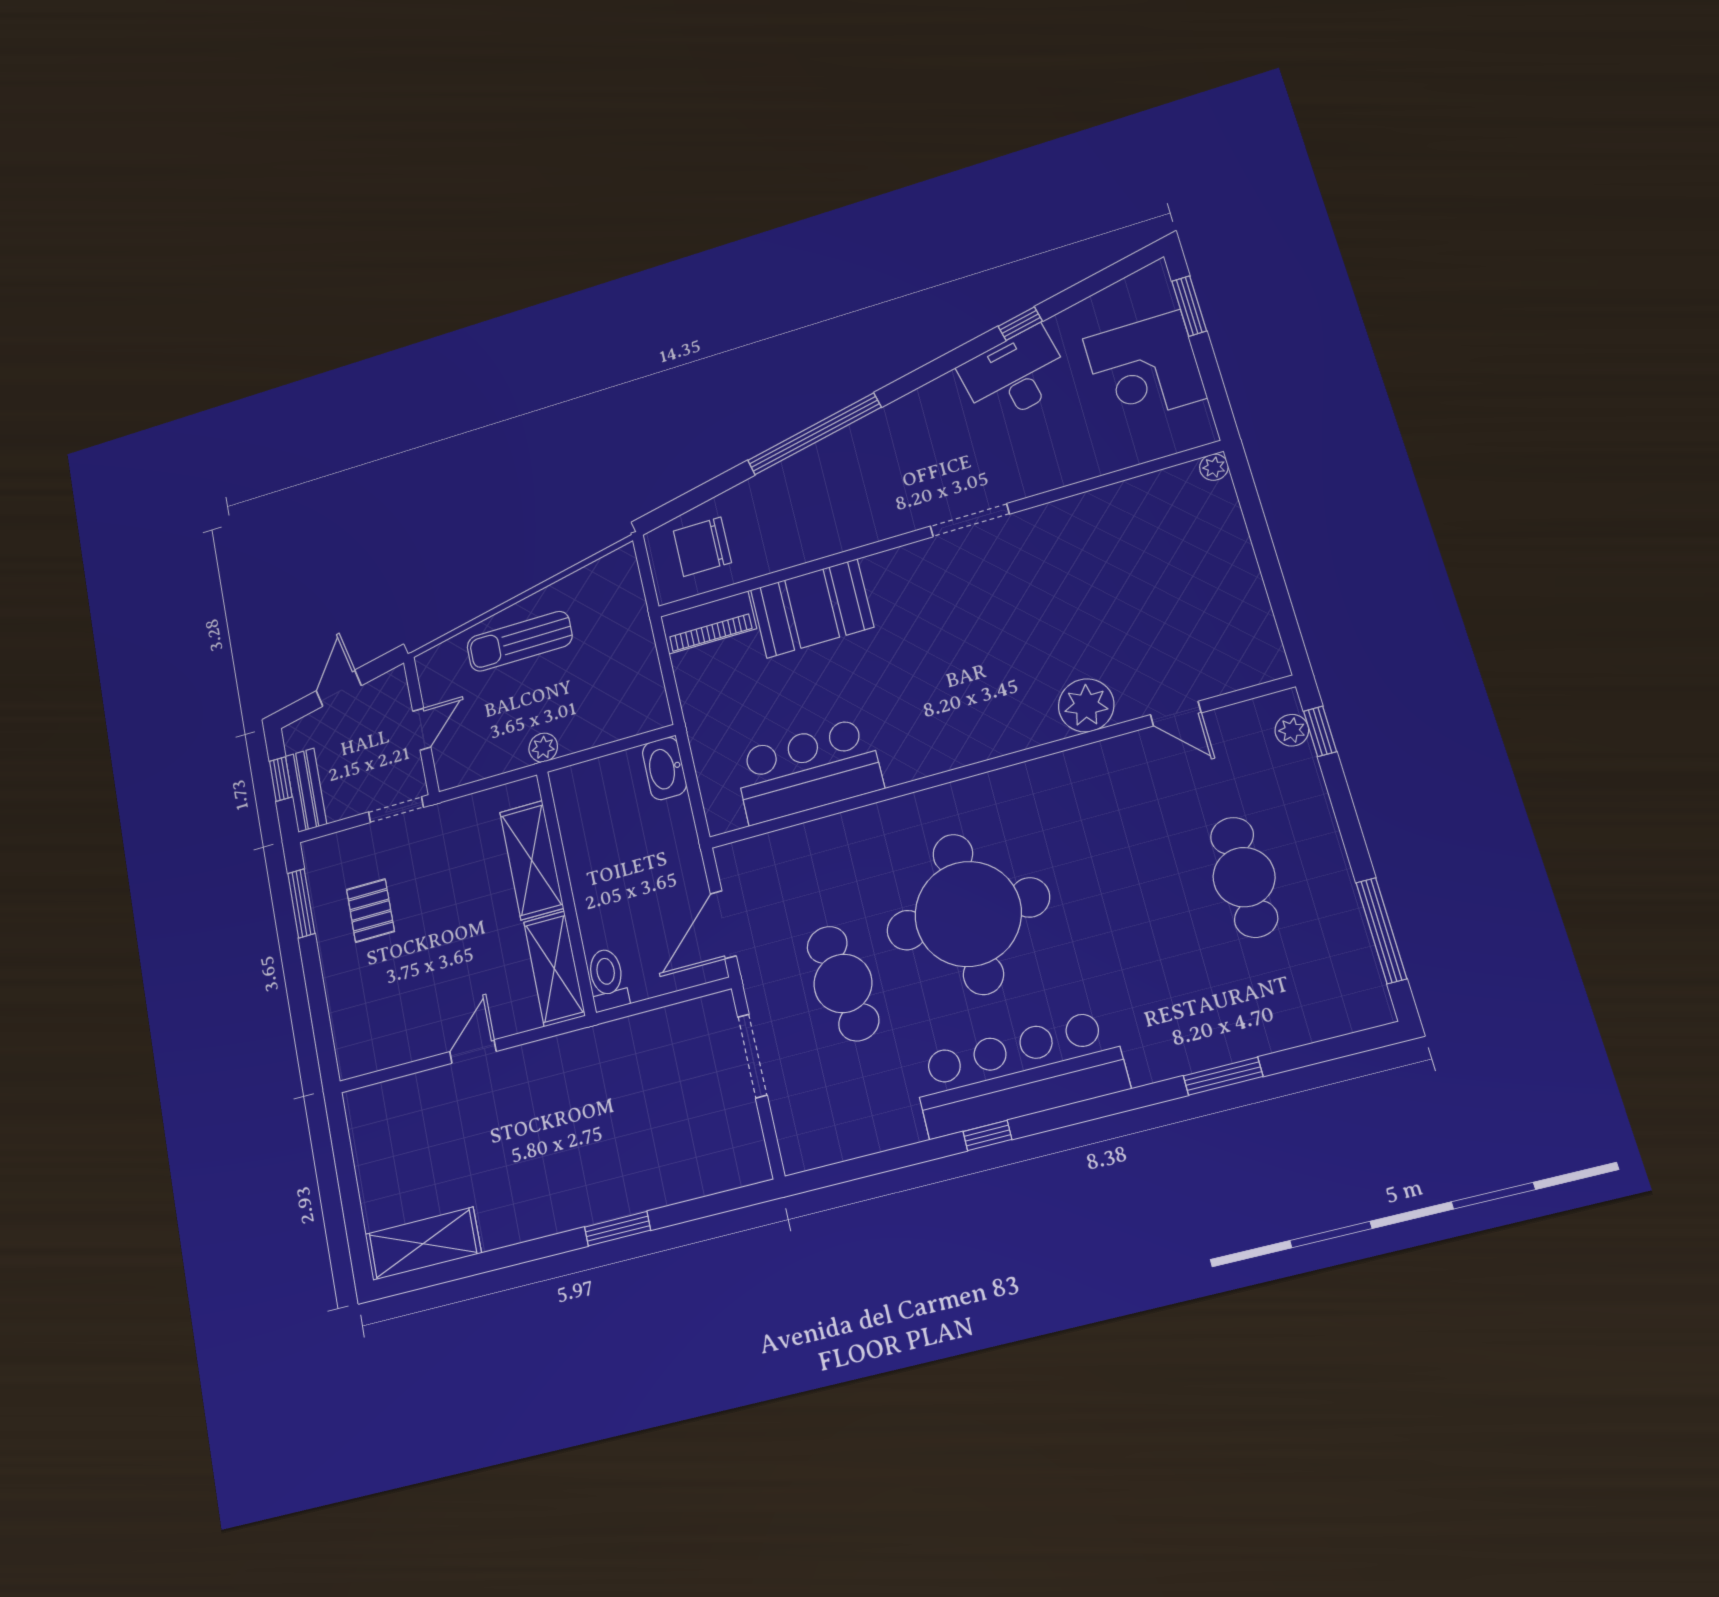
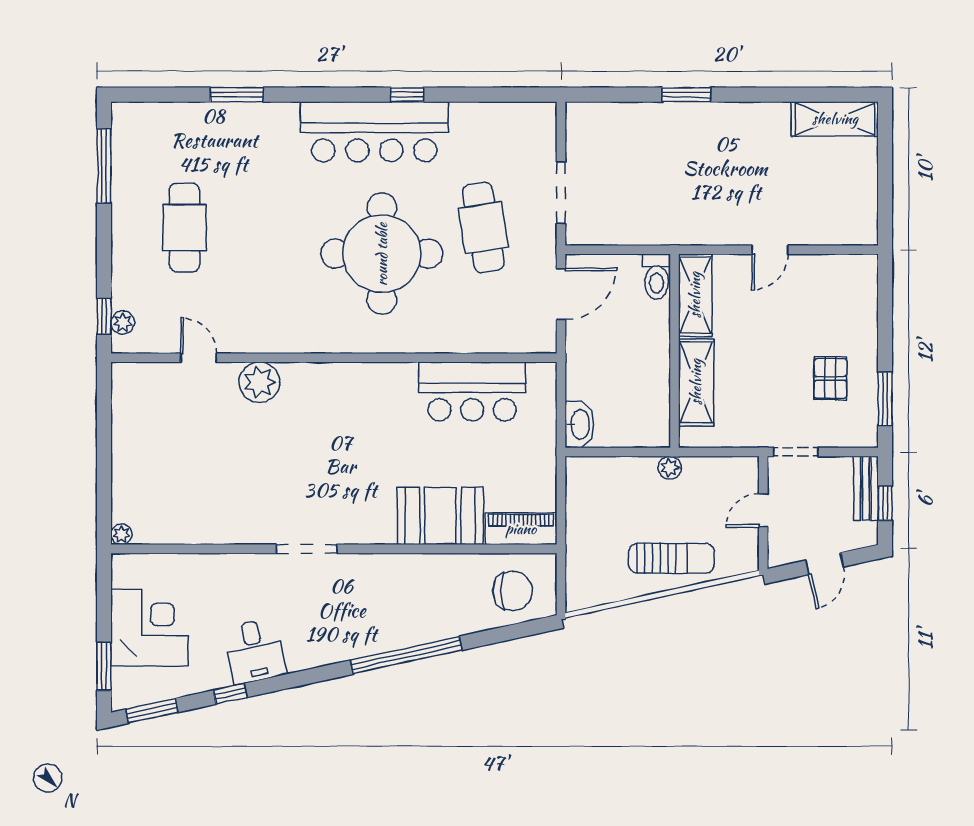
window: (1113, 274) -> (152, 711), added
desk: (1015, 375) -> (255, 651), width x0.73

